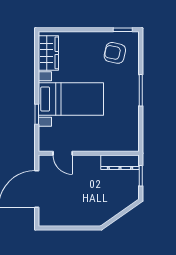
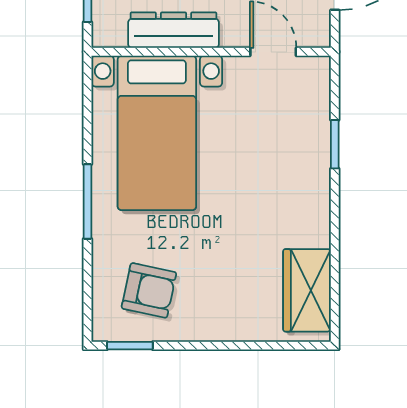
bed with nightstands: (71, 99) -> (157, 133), moved, turned -90
dresser: (120, 162) -> (174, 30), moved

